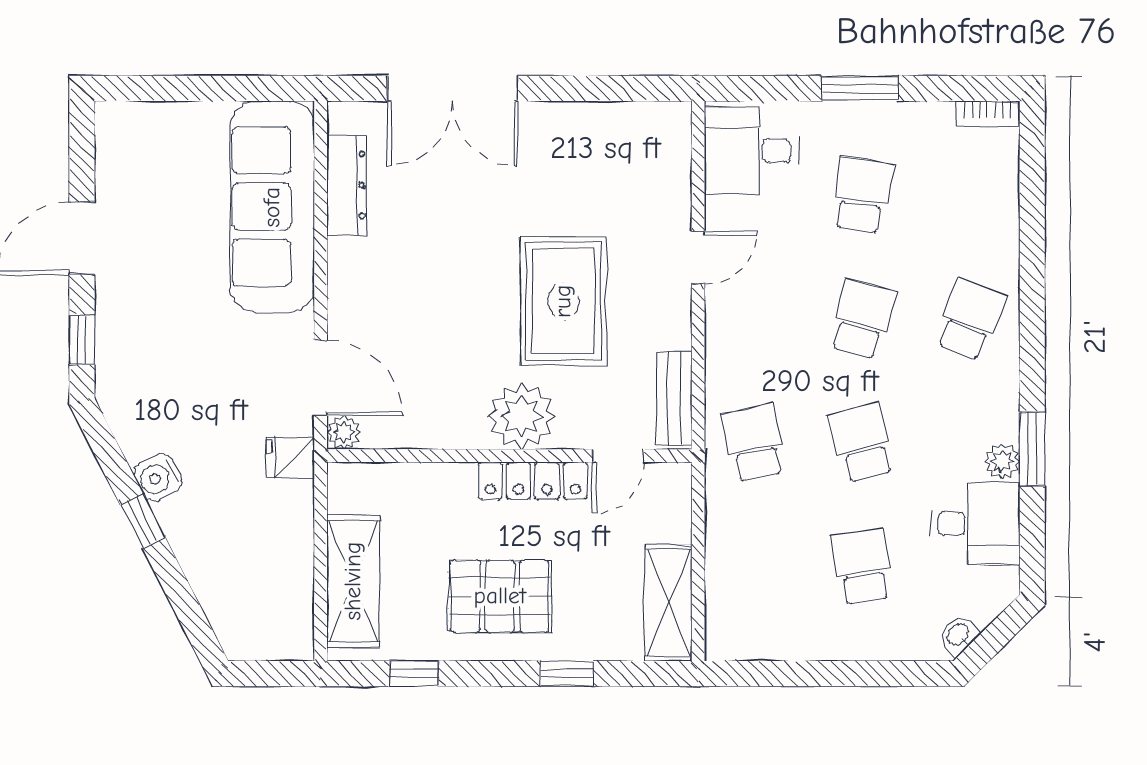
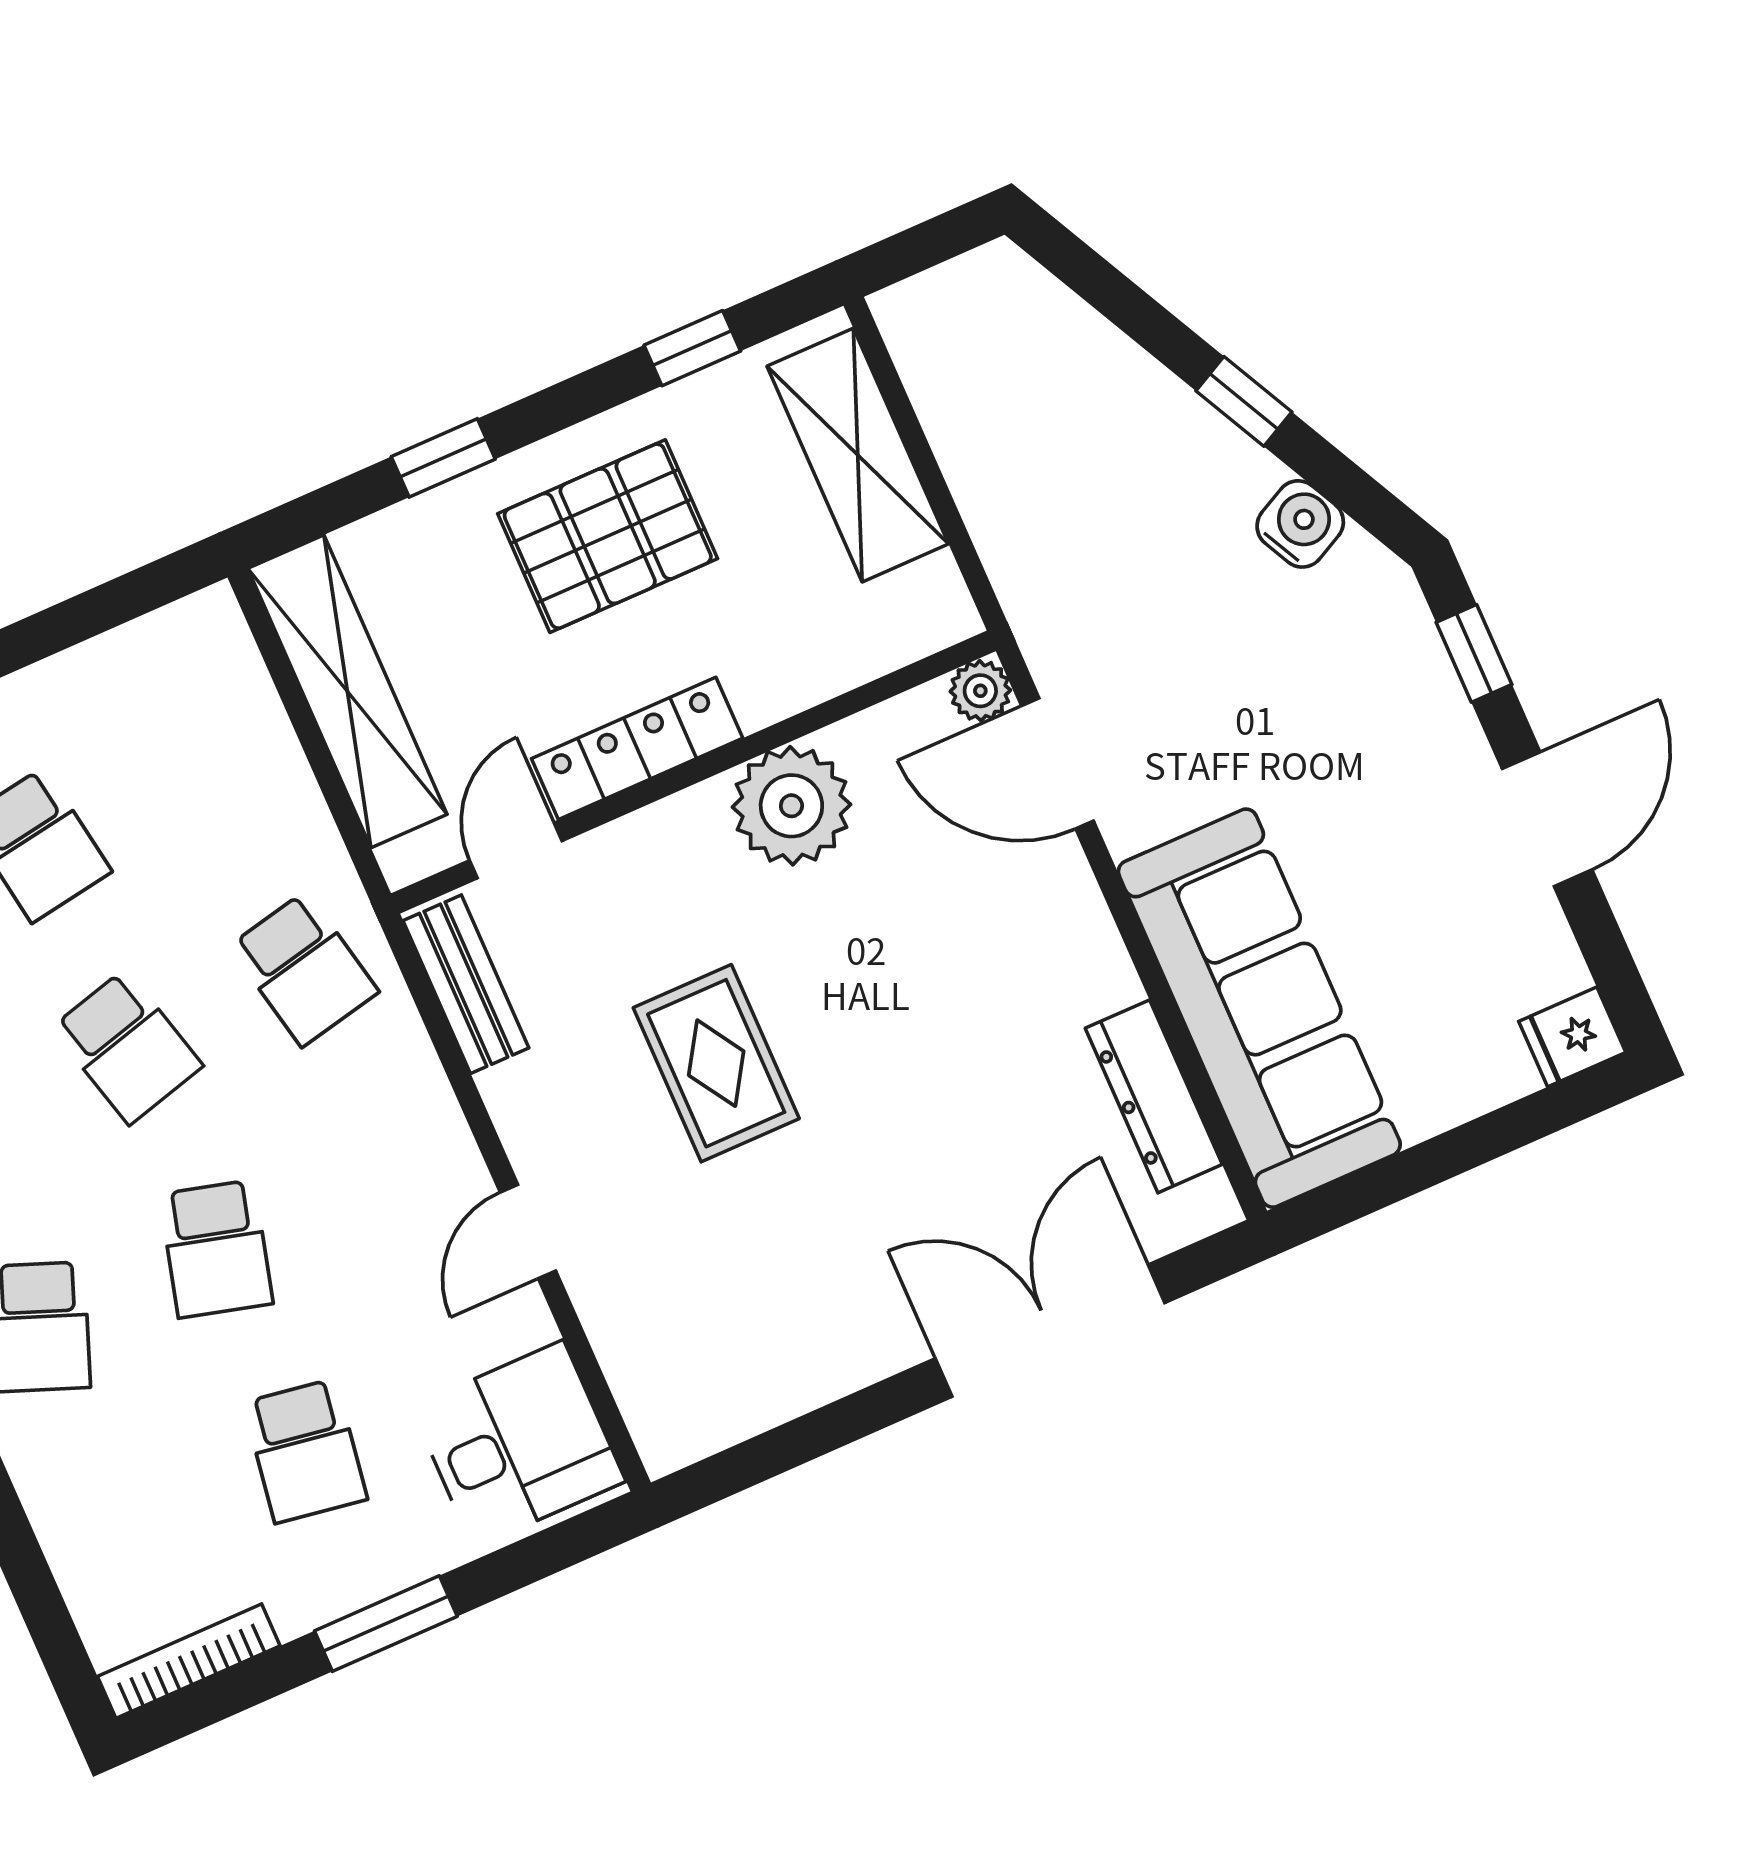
bookcase: (988, 114) -> (189, 1661), width x1.56
rug: (563, 301) -> (716, 1063), width x0.73, depth x0.70
plant: (521, 416) -> (791, 806), moved
fridge: (290, 457) -> (1572, 1037), moved, turned 180
water cooler: (158, 477) -> (1300, 524), moved
shelving: (669, 603) -> (347, 691), width x1.47

